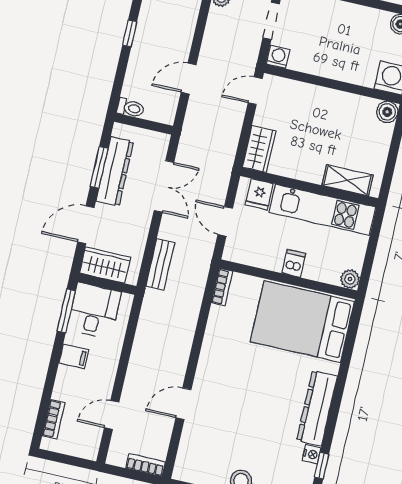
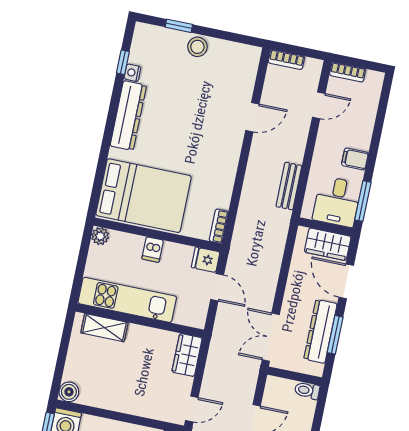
double door: (164, 186) -> (271, 337), moved
fridge: (259, 194) -> (206, 260), moved, turned -90
door: (86, 225) -> (346, 281), swing flipped
bench: (160, 264) -> (289, 186), moved
bookcase: (54, 419) -> (348, 72), moved, turned -90

